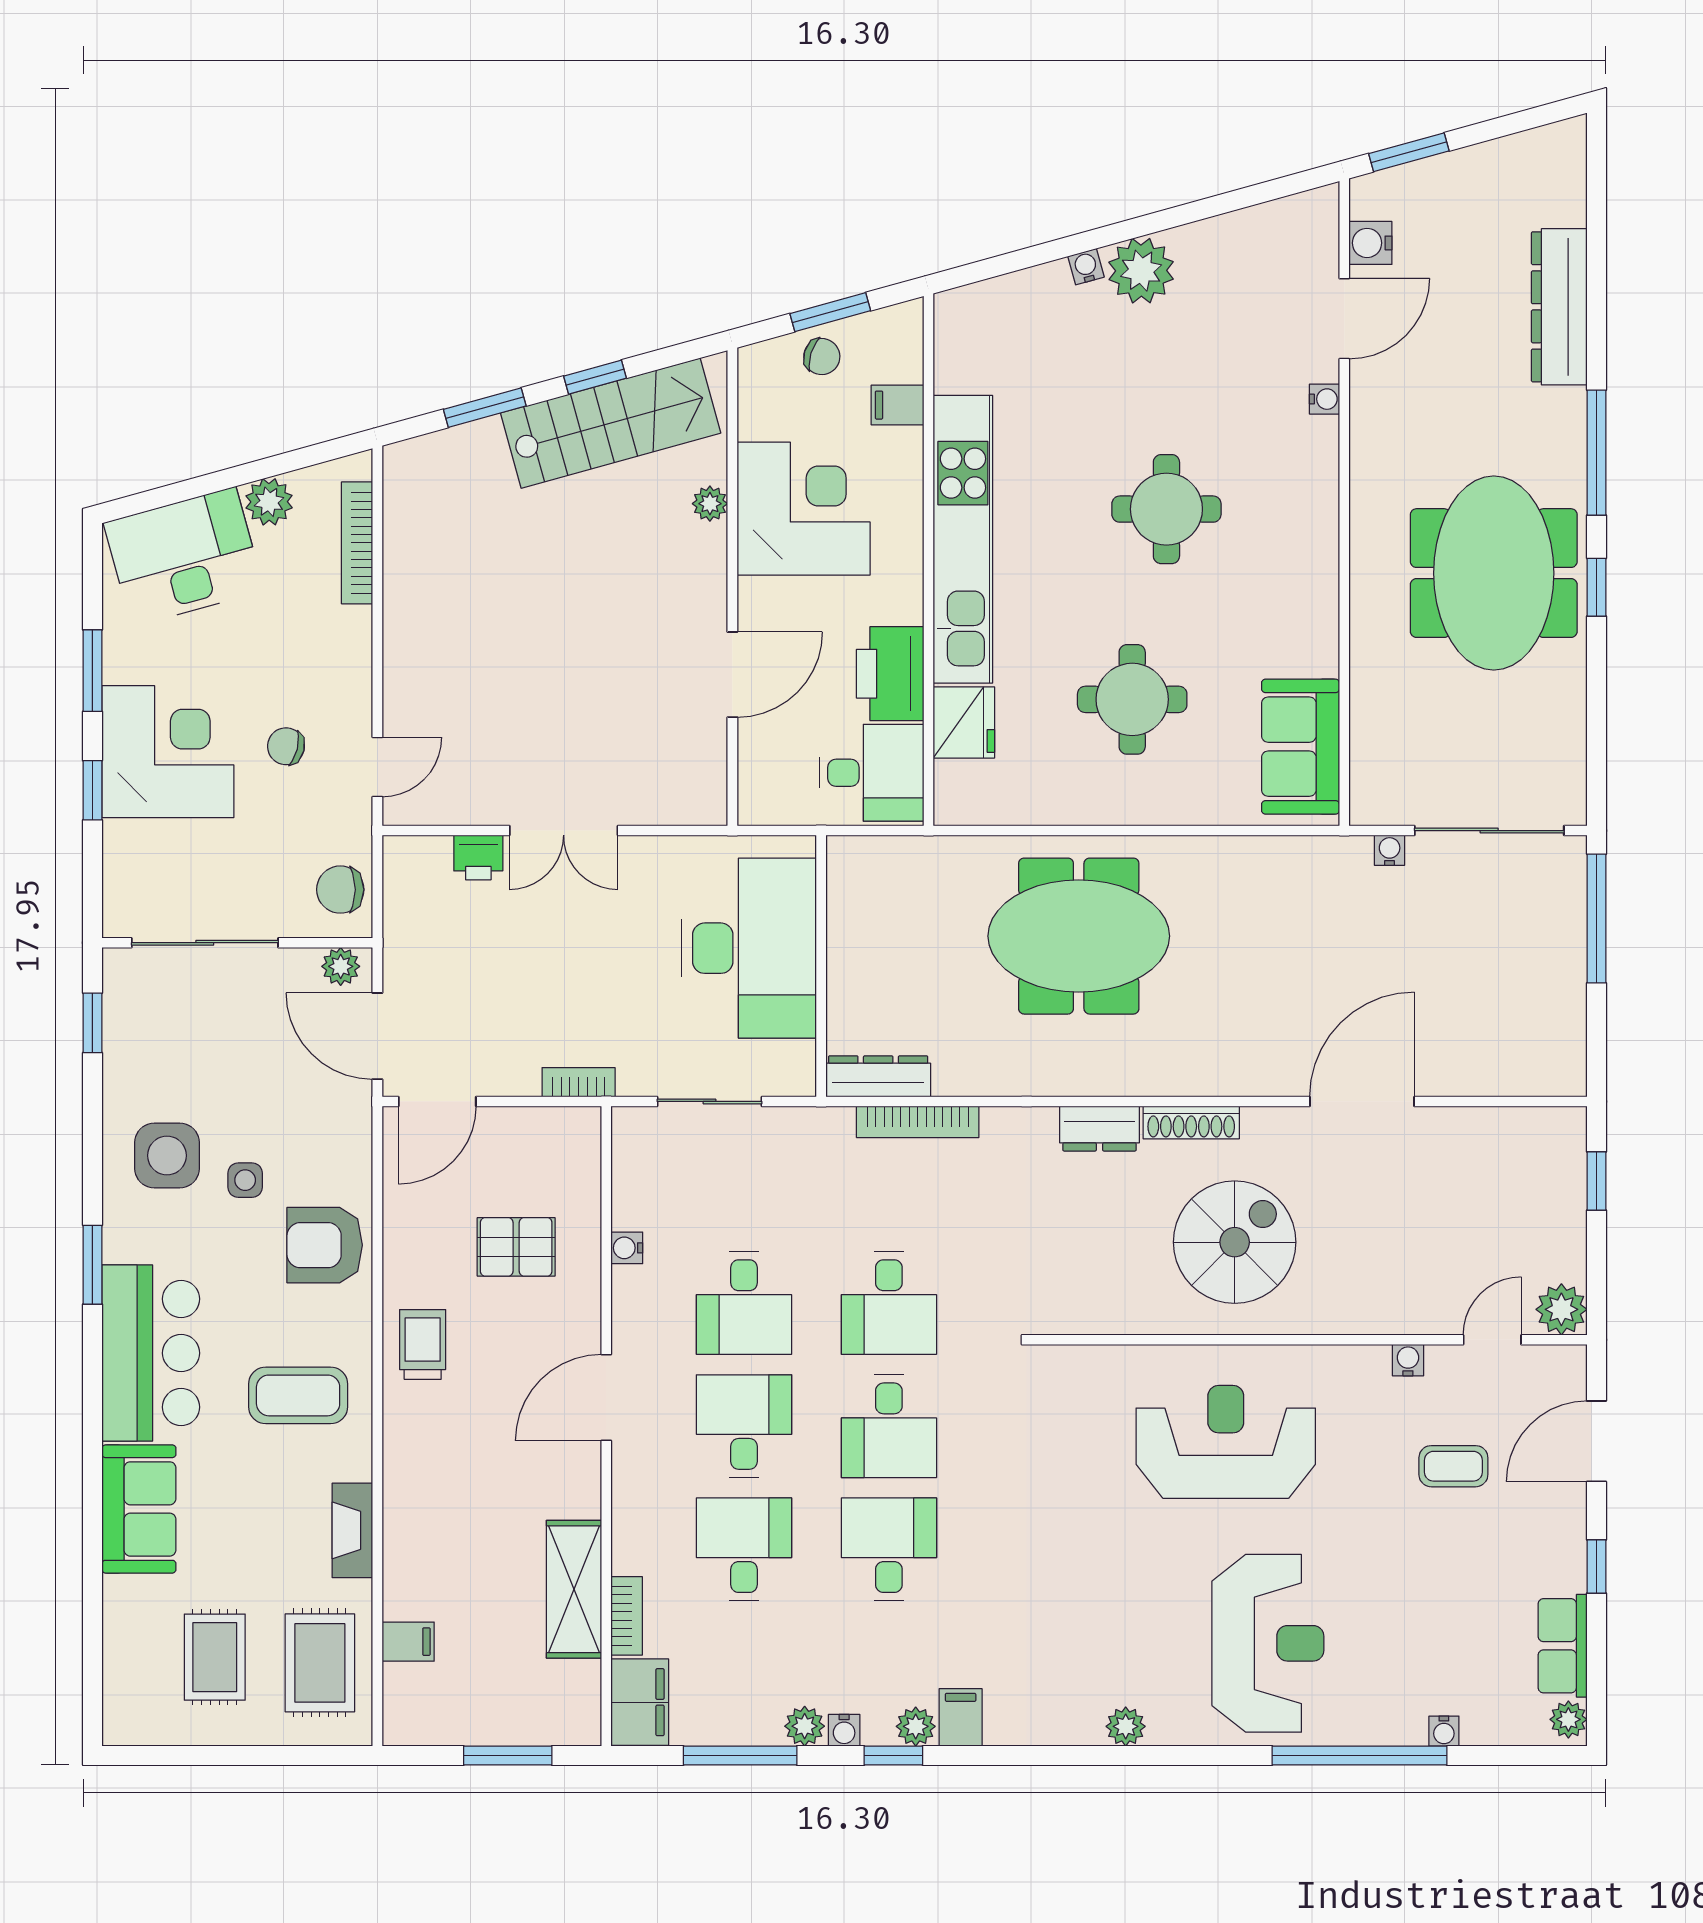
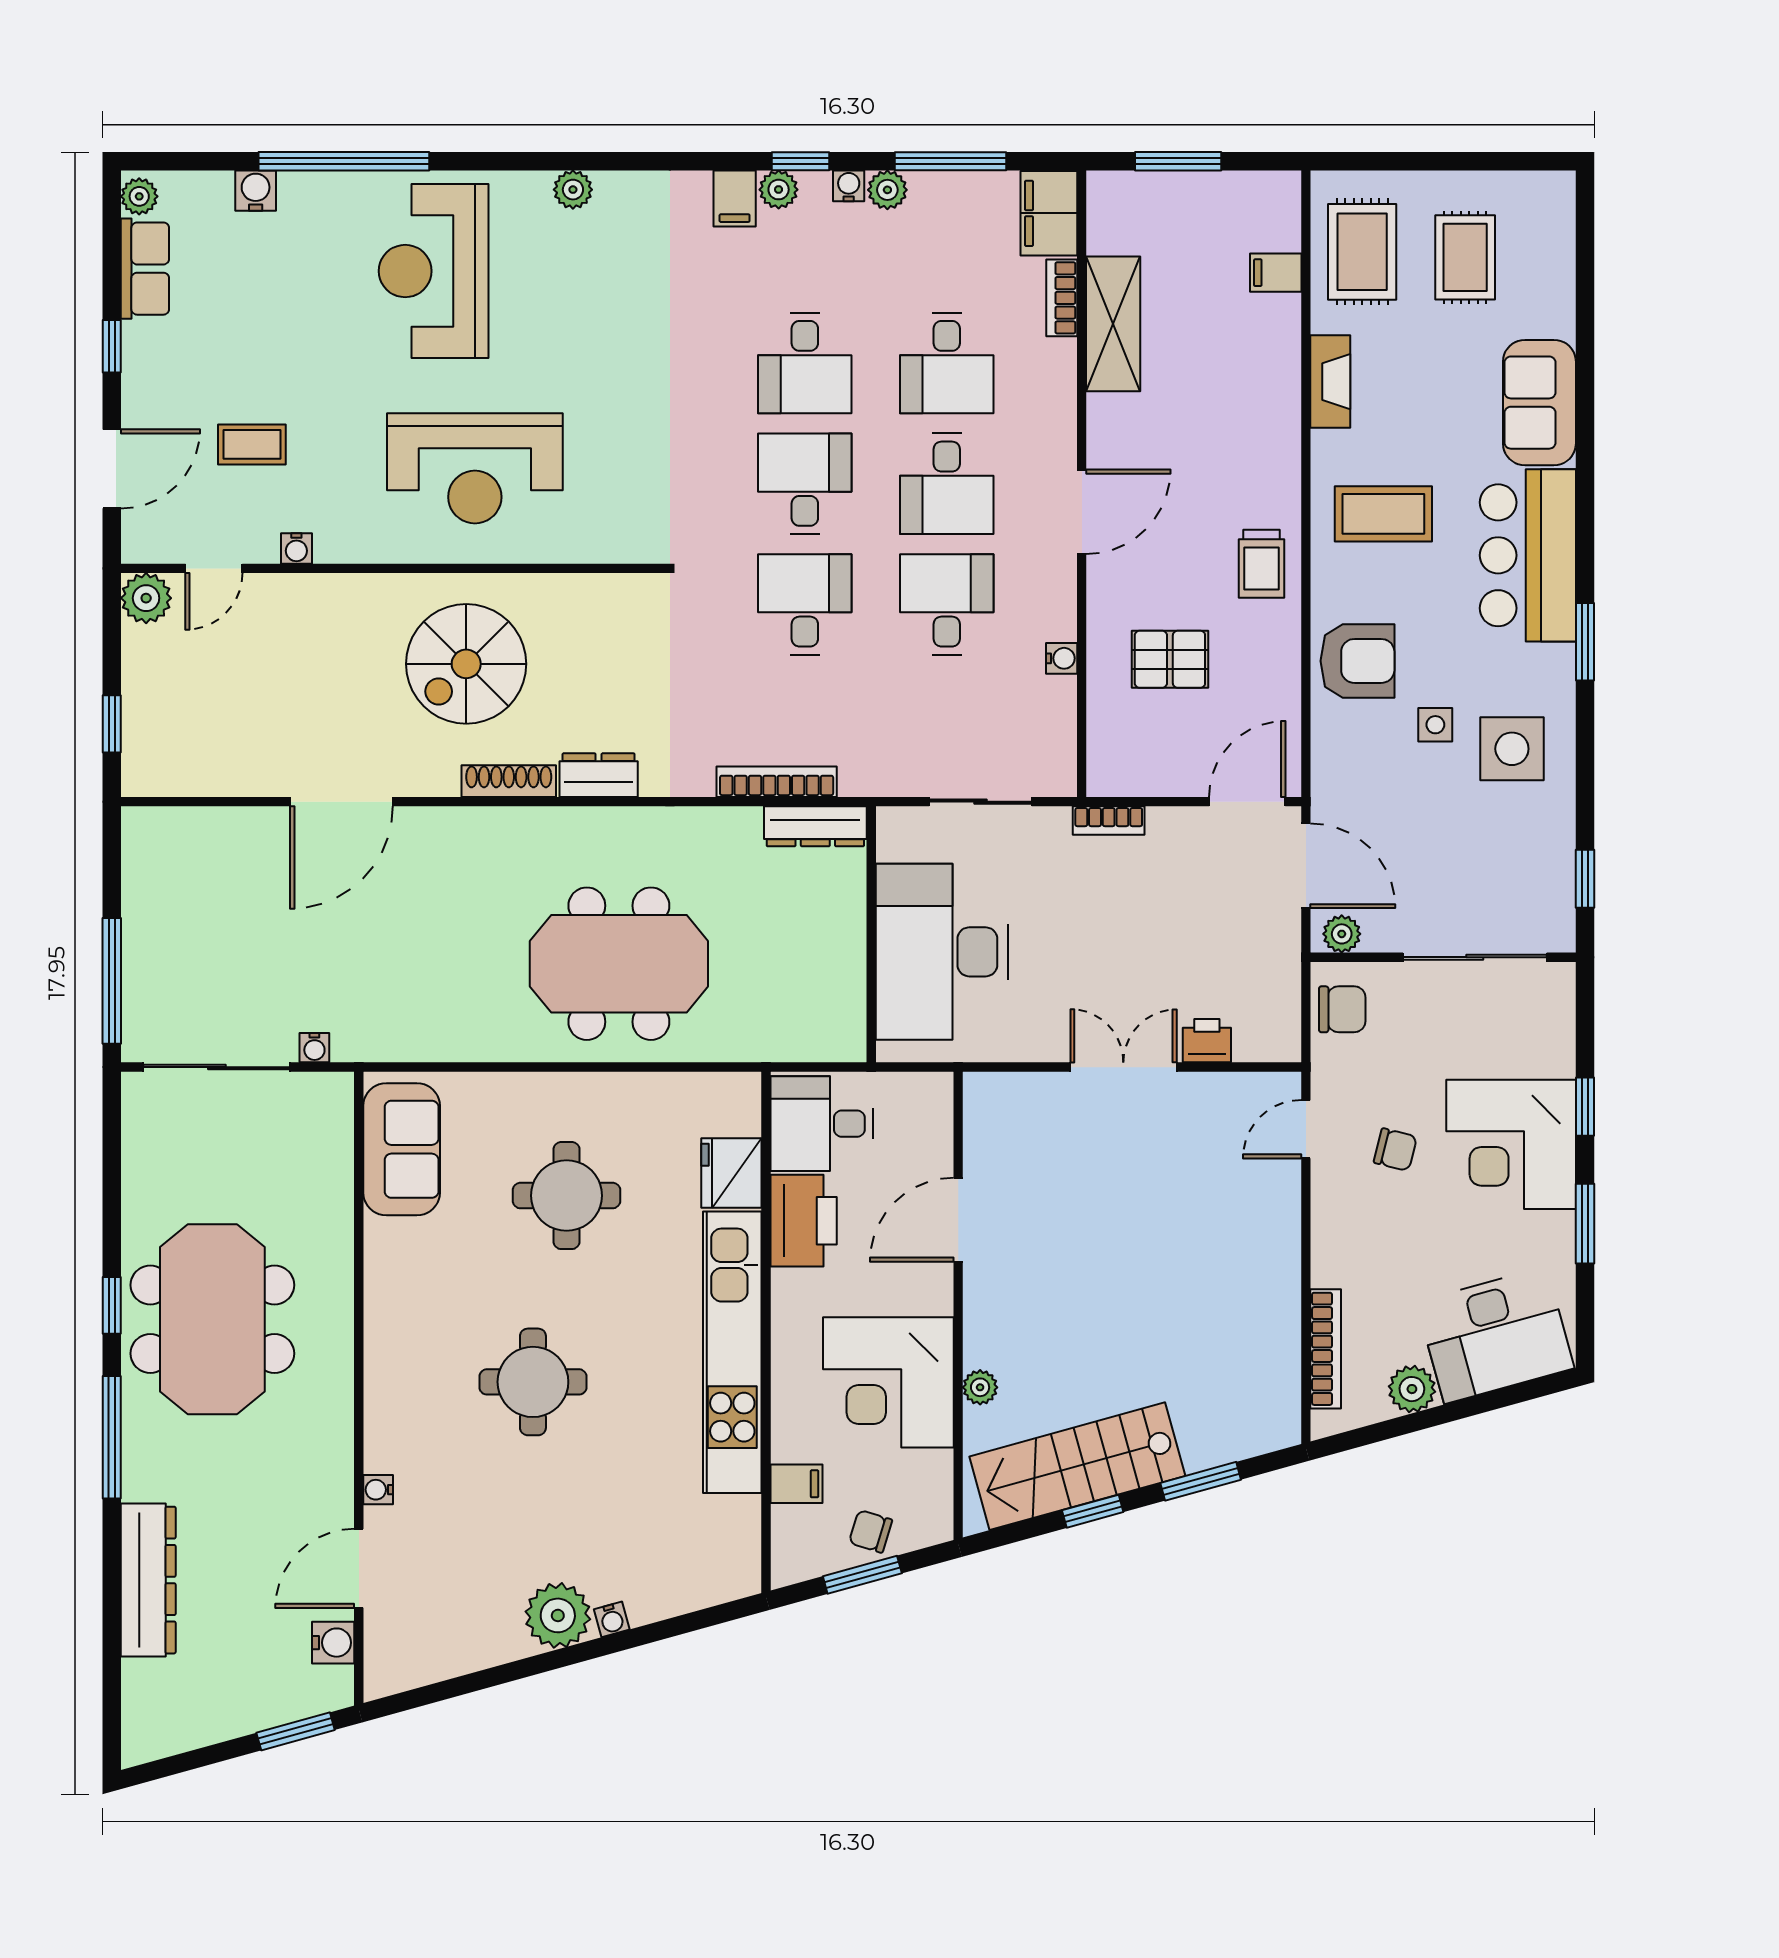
water cooler: (1444, 1731) -> (256, 191), width x1.38, depth x1.38

